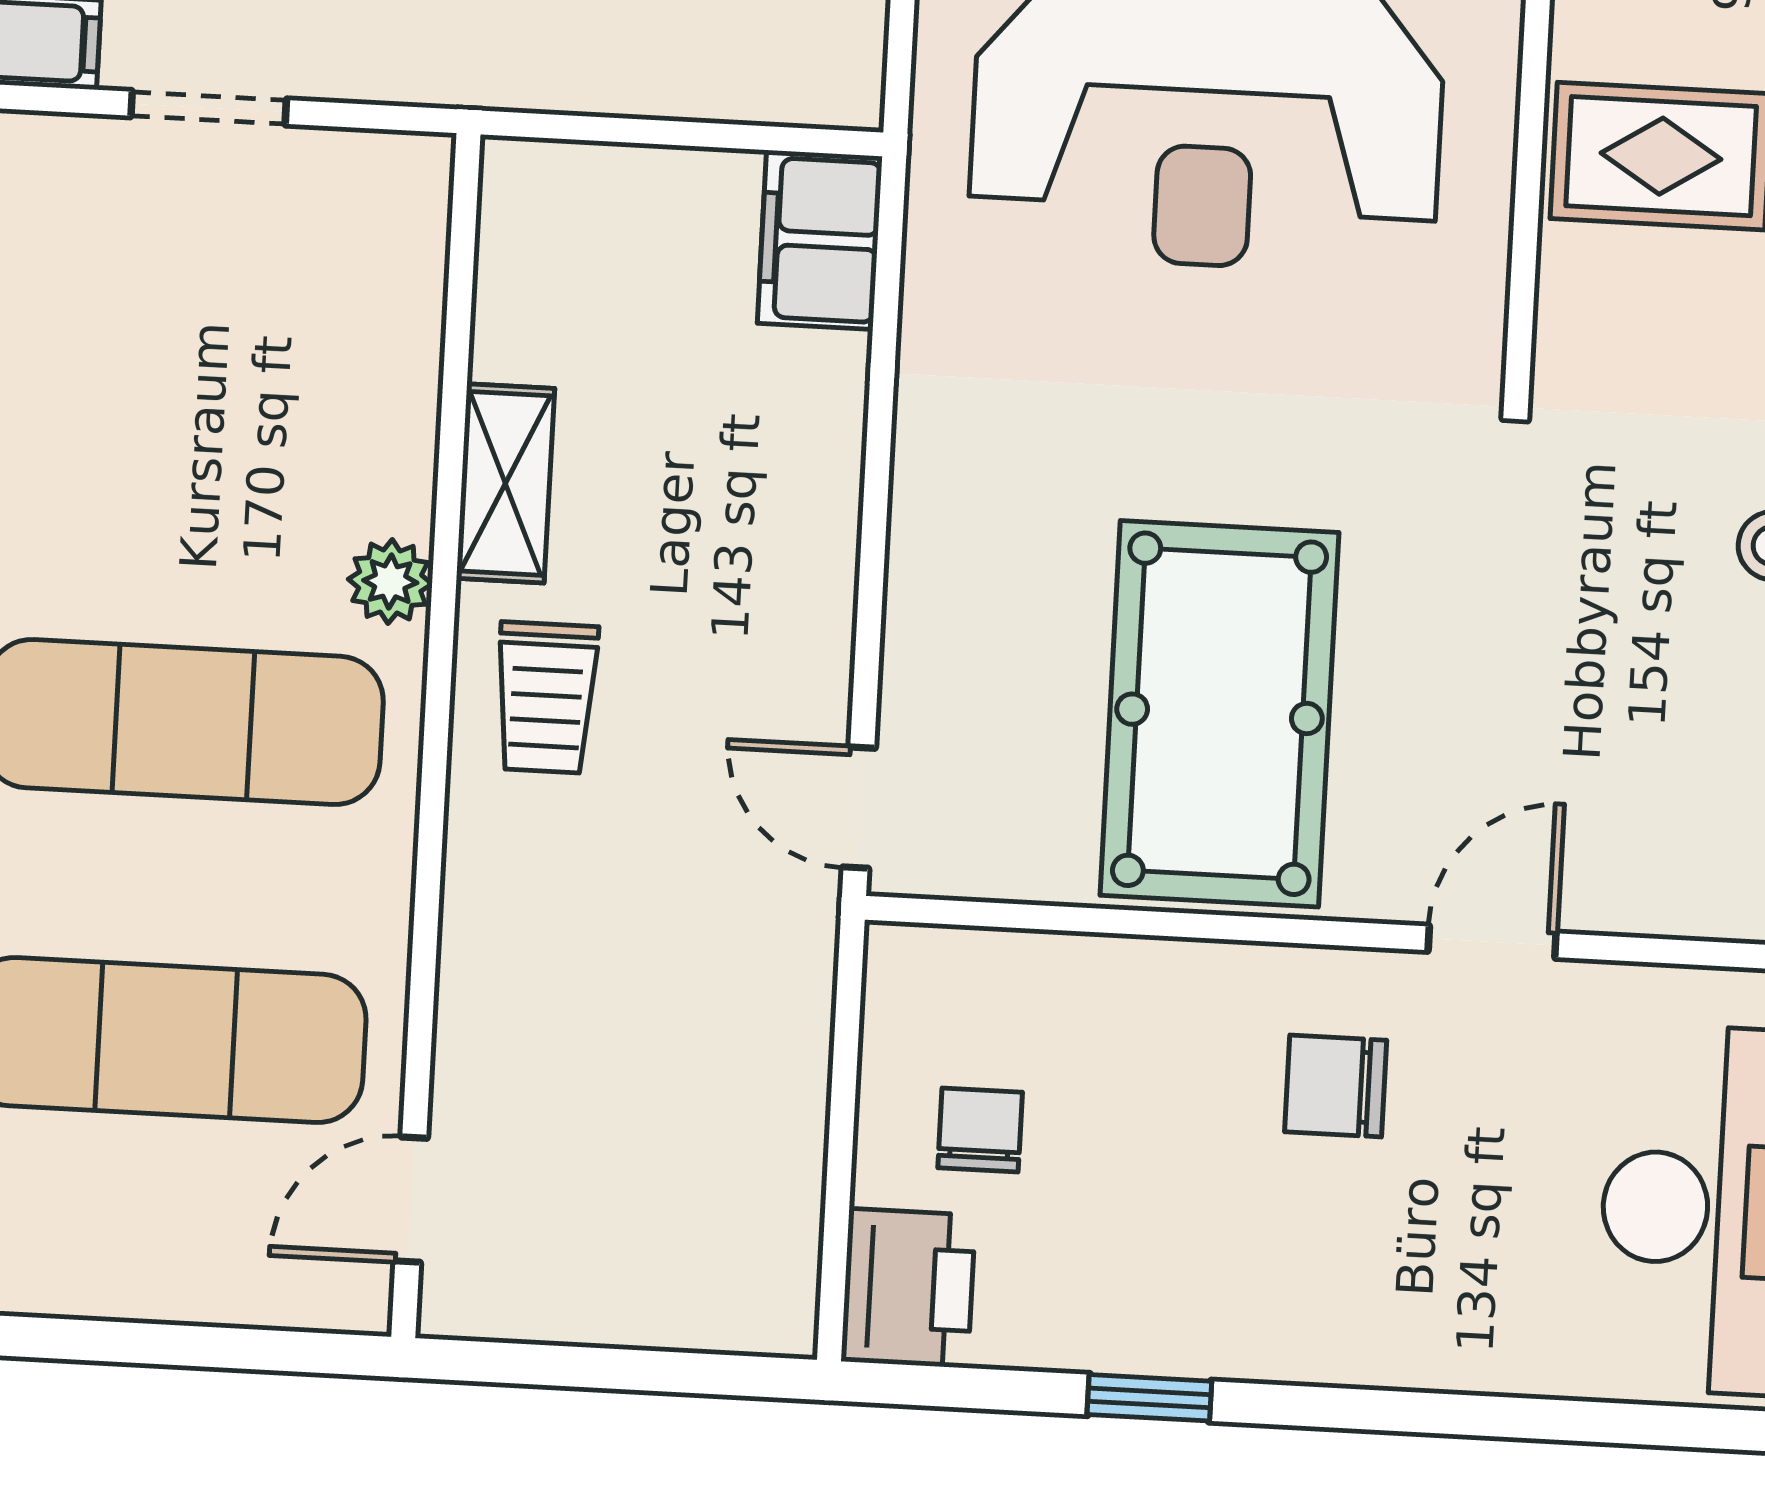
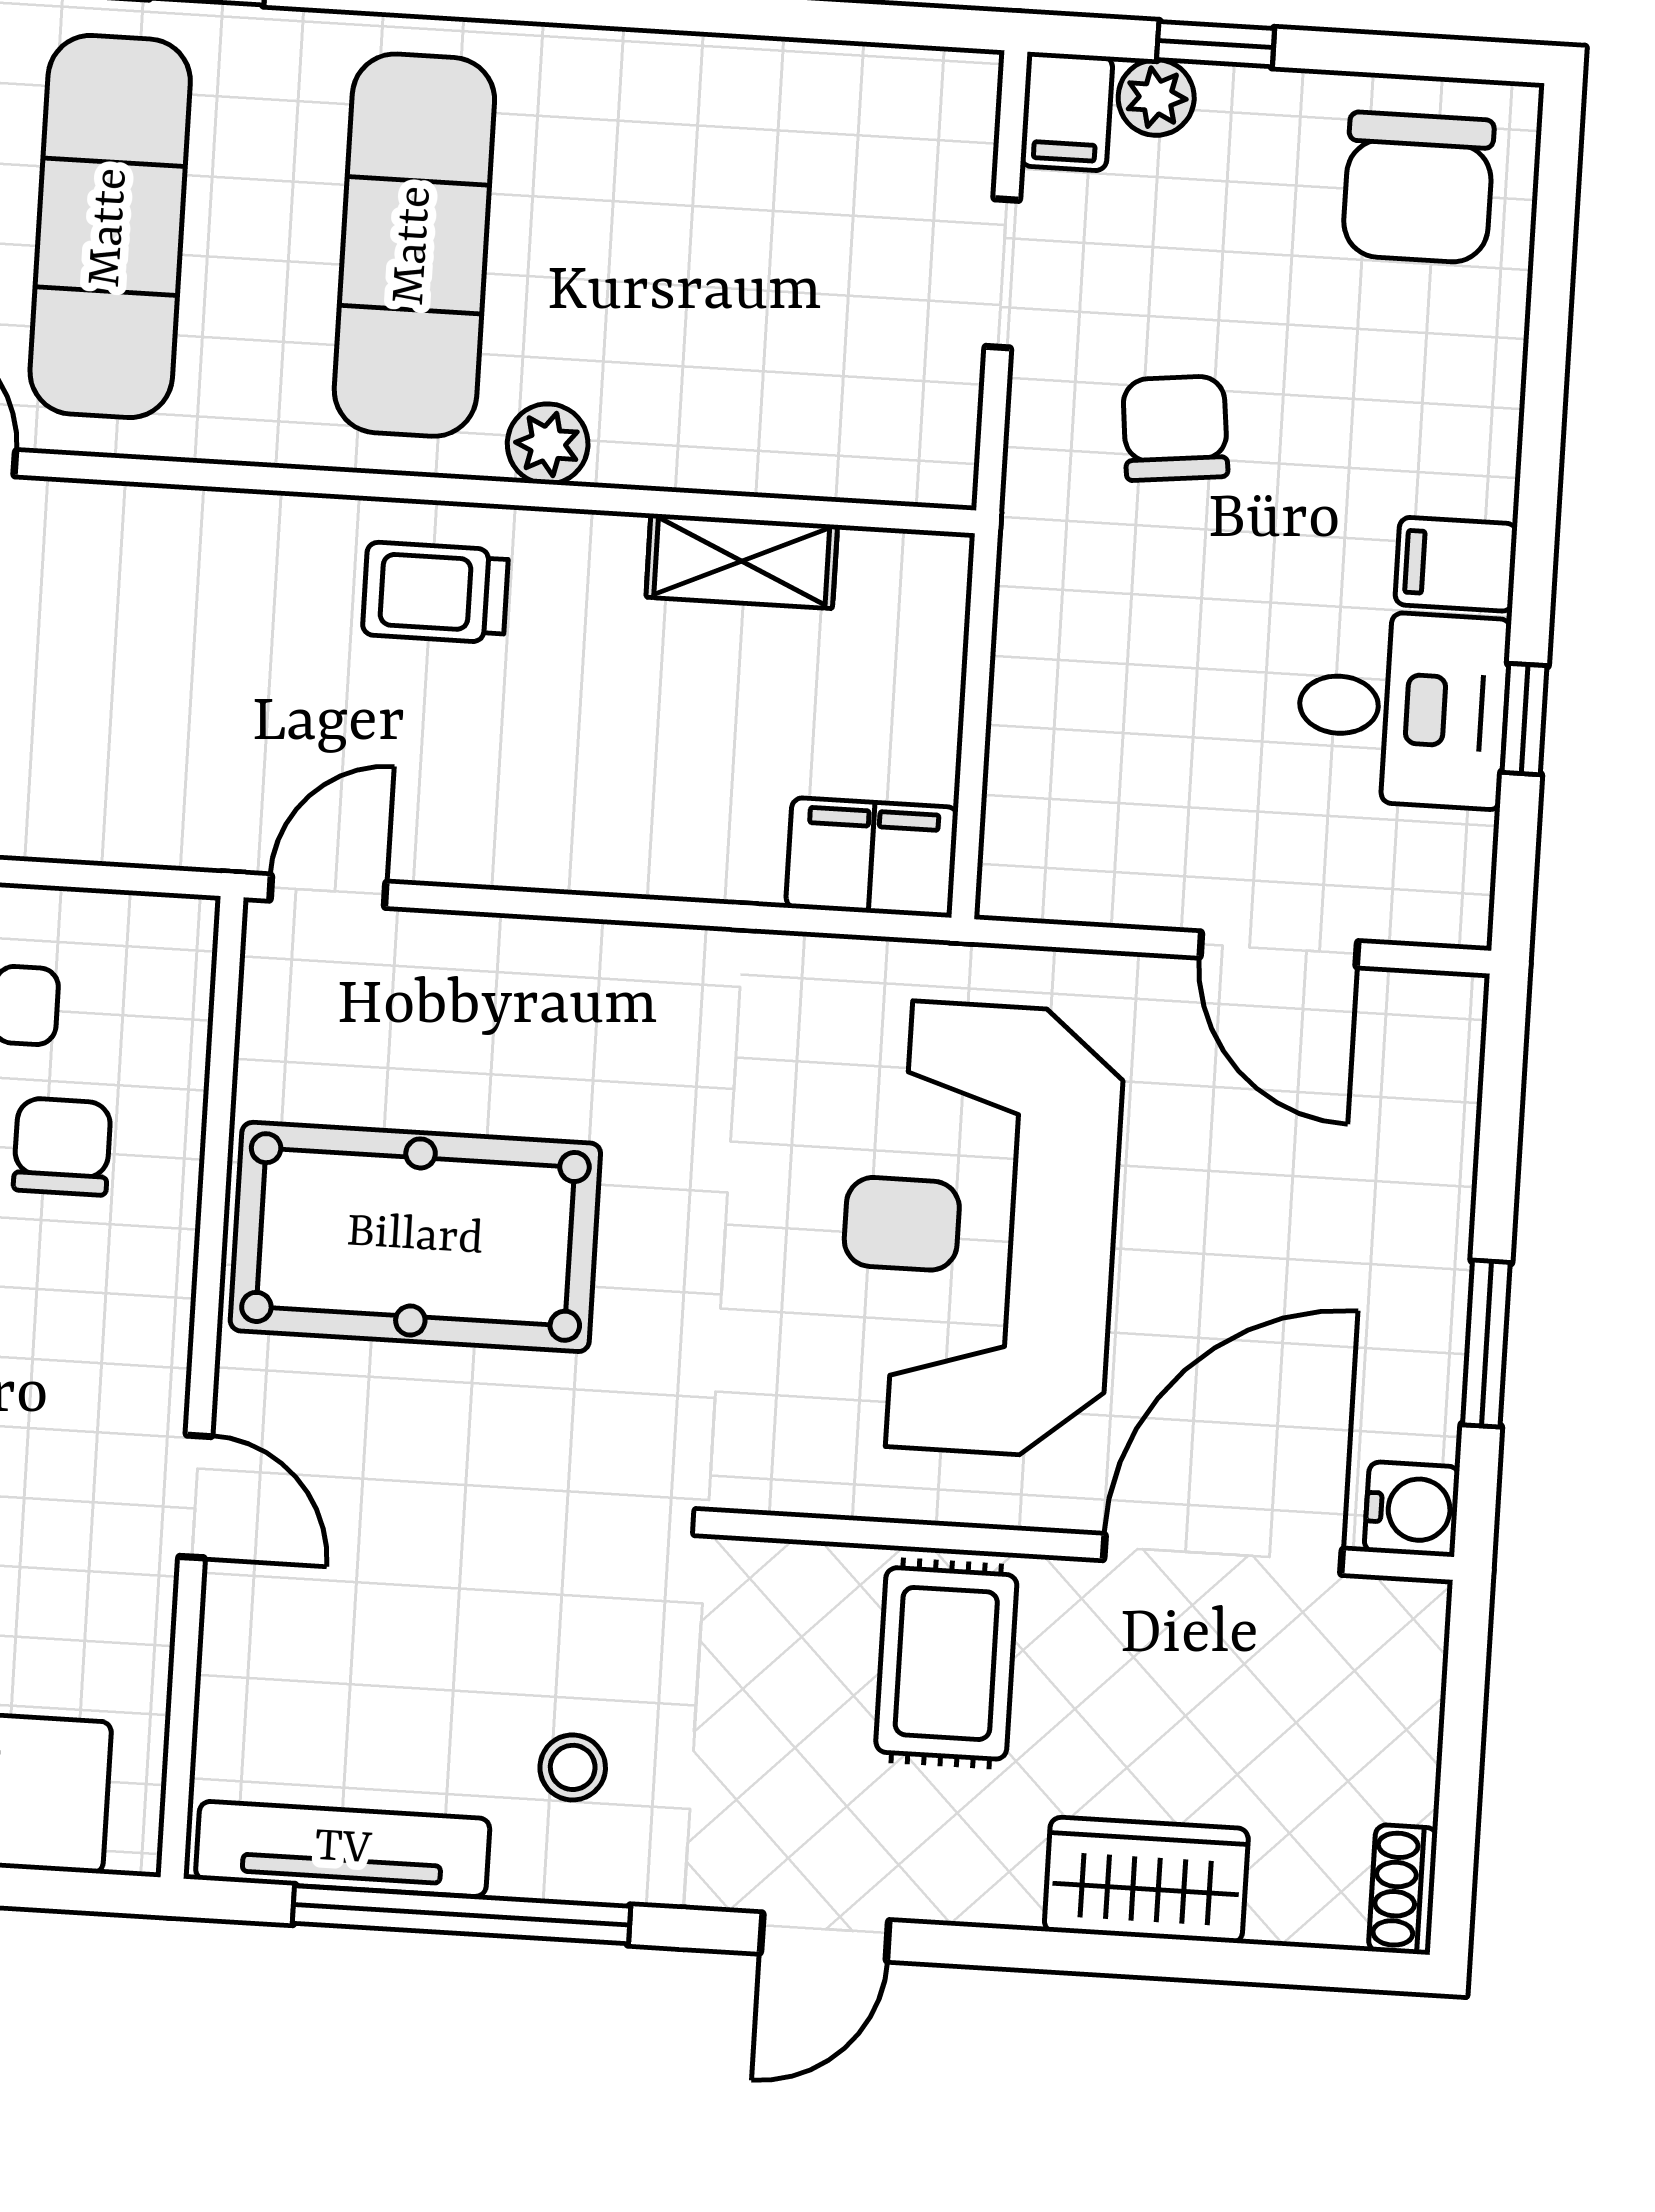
shelving: (505, 483) -> (742, 561), moved
chair: (1336, 1086) -> (62, 1146), moved

